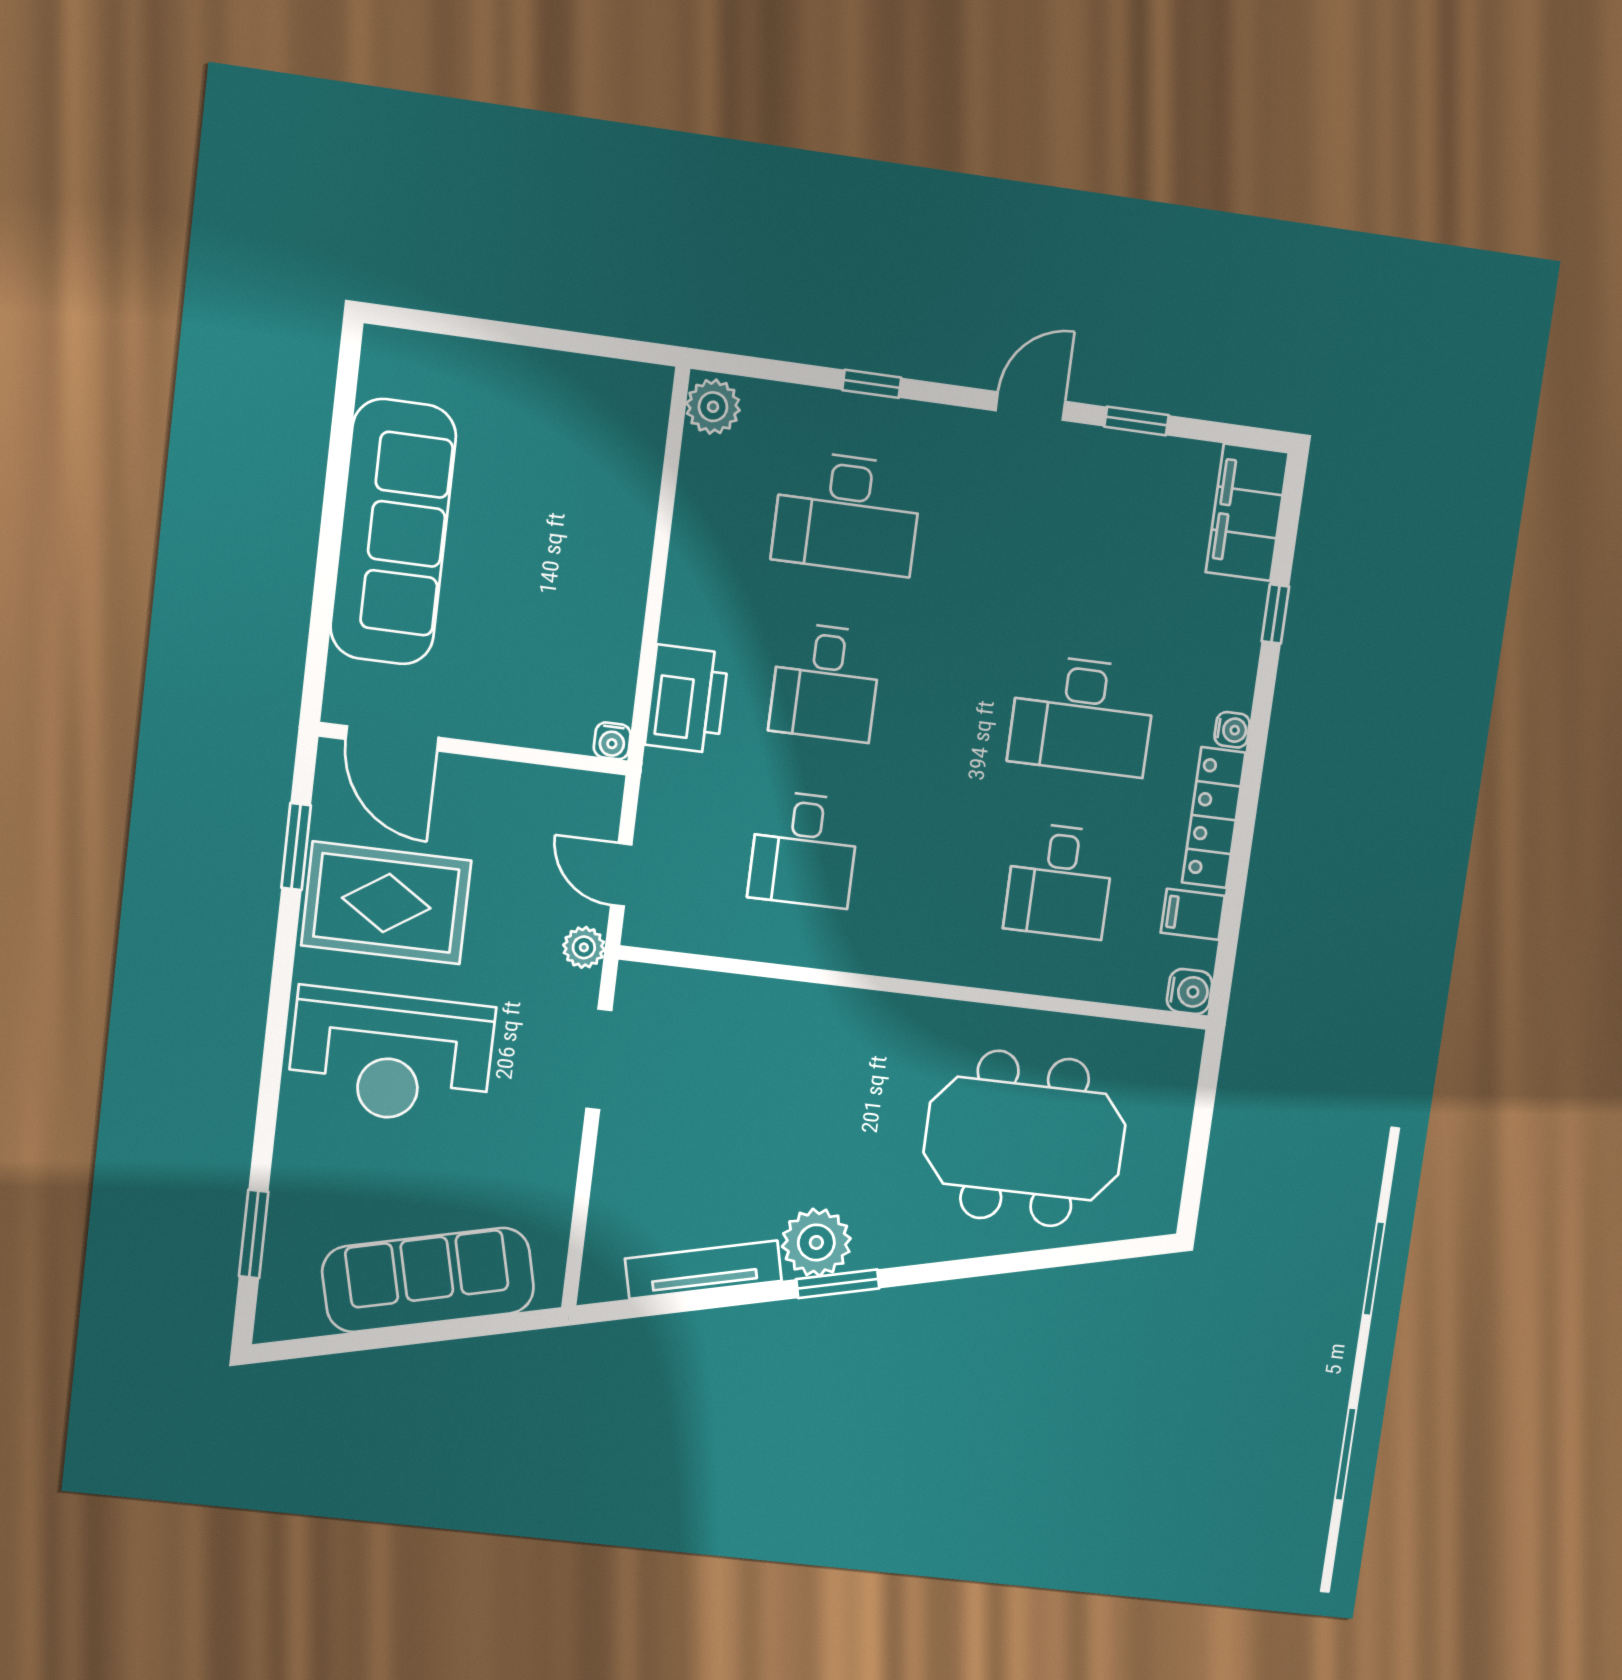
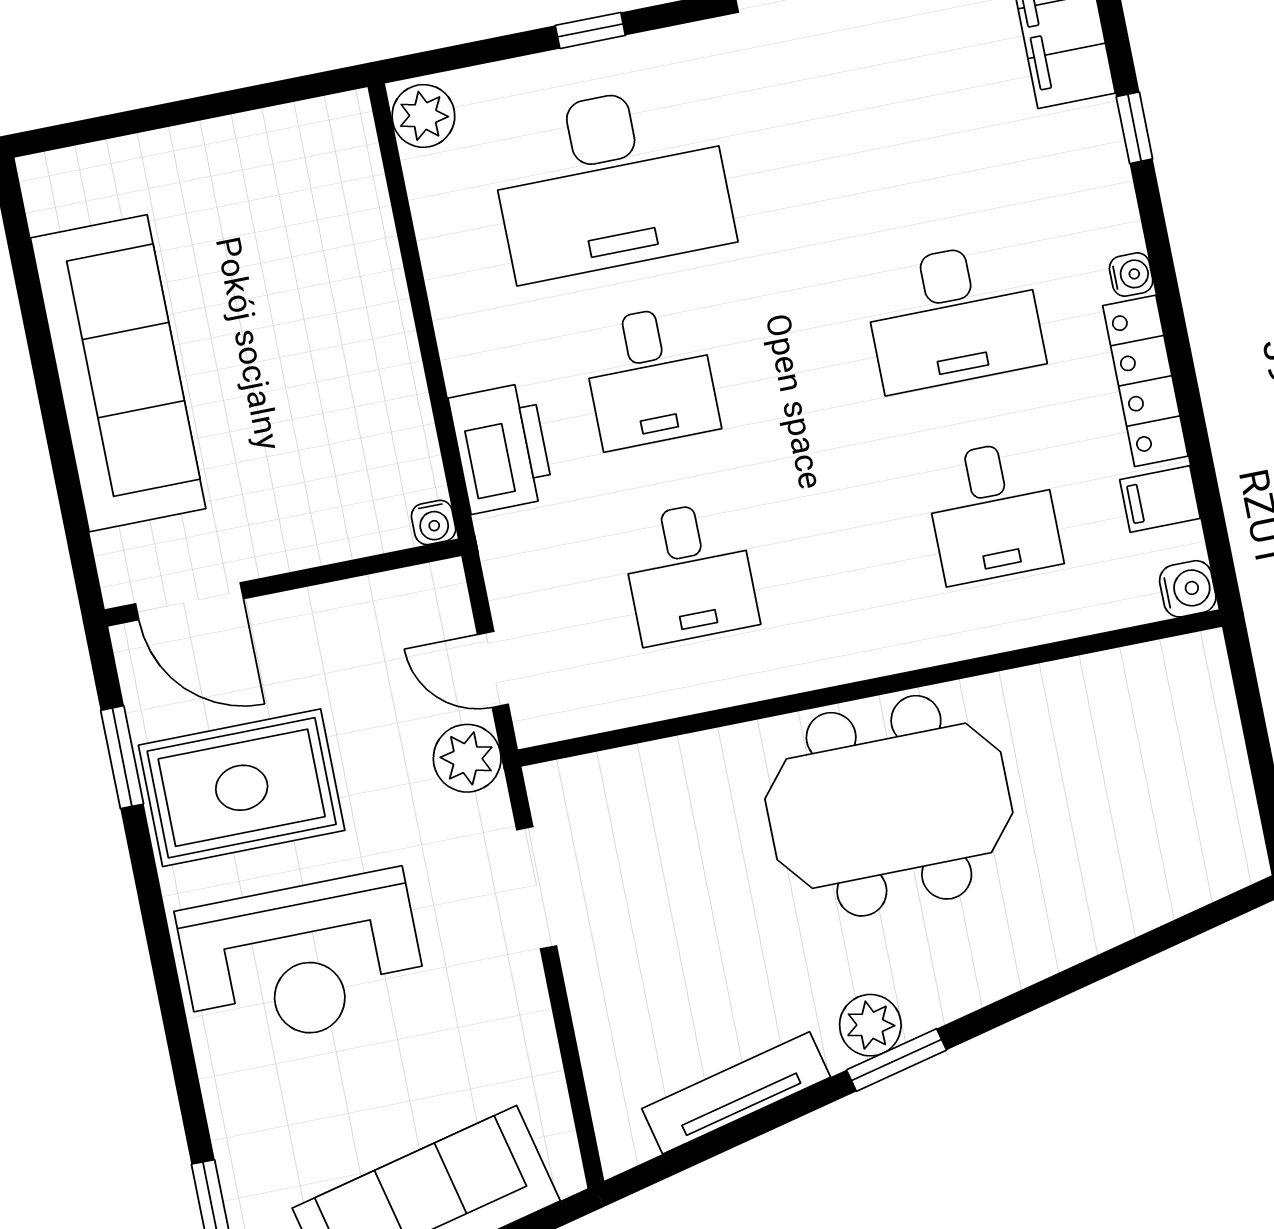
desk: (847, 513) -> (611, 181), width x1.36, depth x1.30
plant: (584, 947) -> (467, 758), width x1.38, depth x1.38
meeting table: (1025, 1139) -> (889, 806), moved
plant: (816, 1242) -> (870, 1025), width x0.73, depth x0.73

